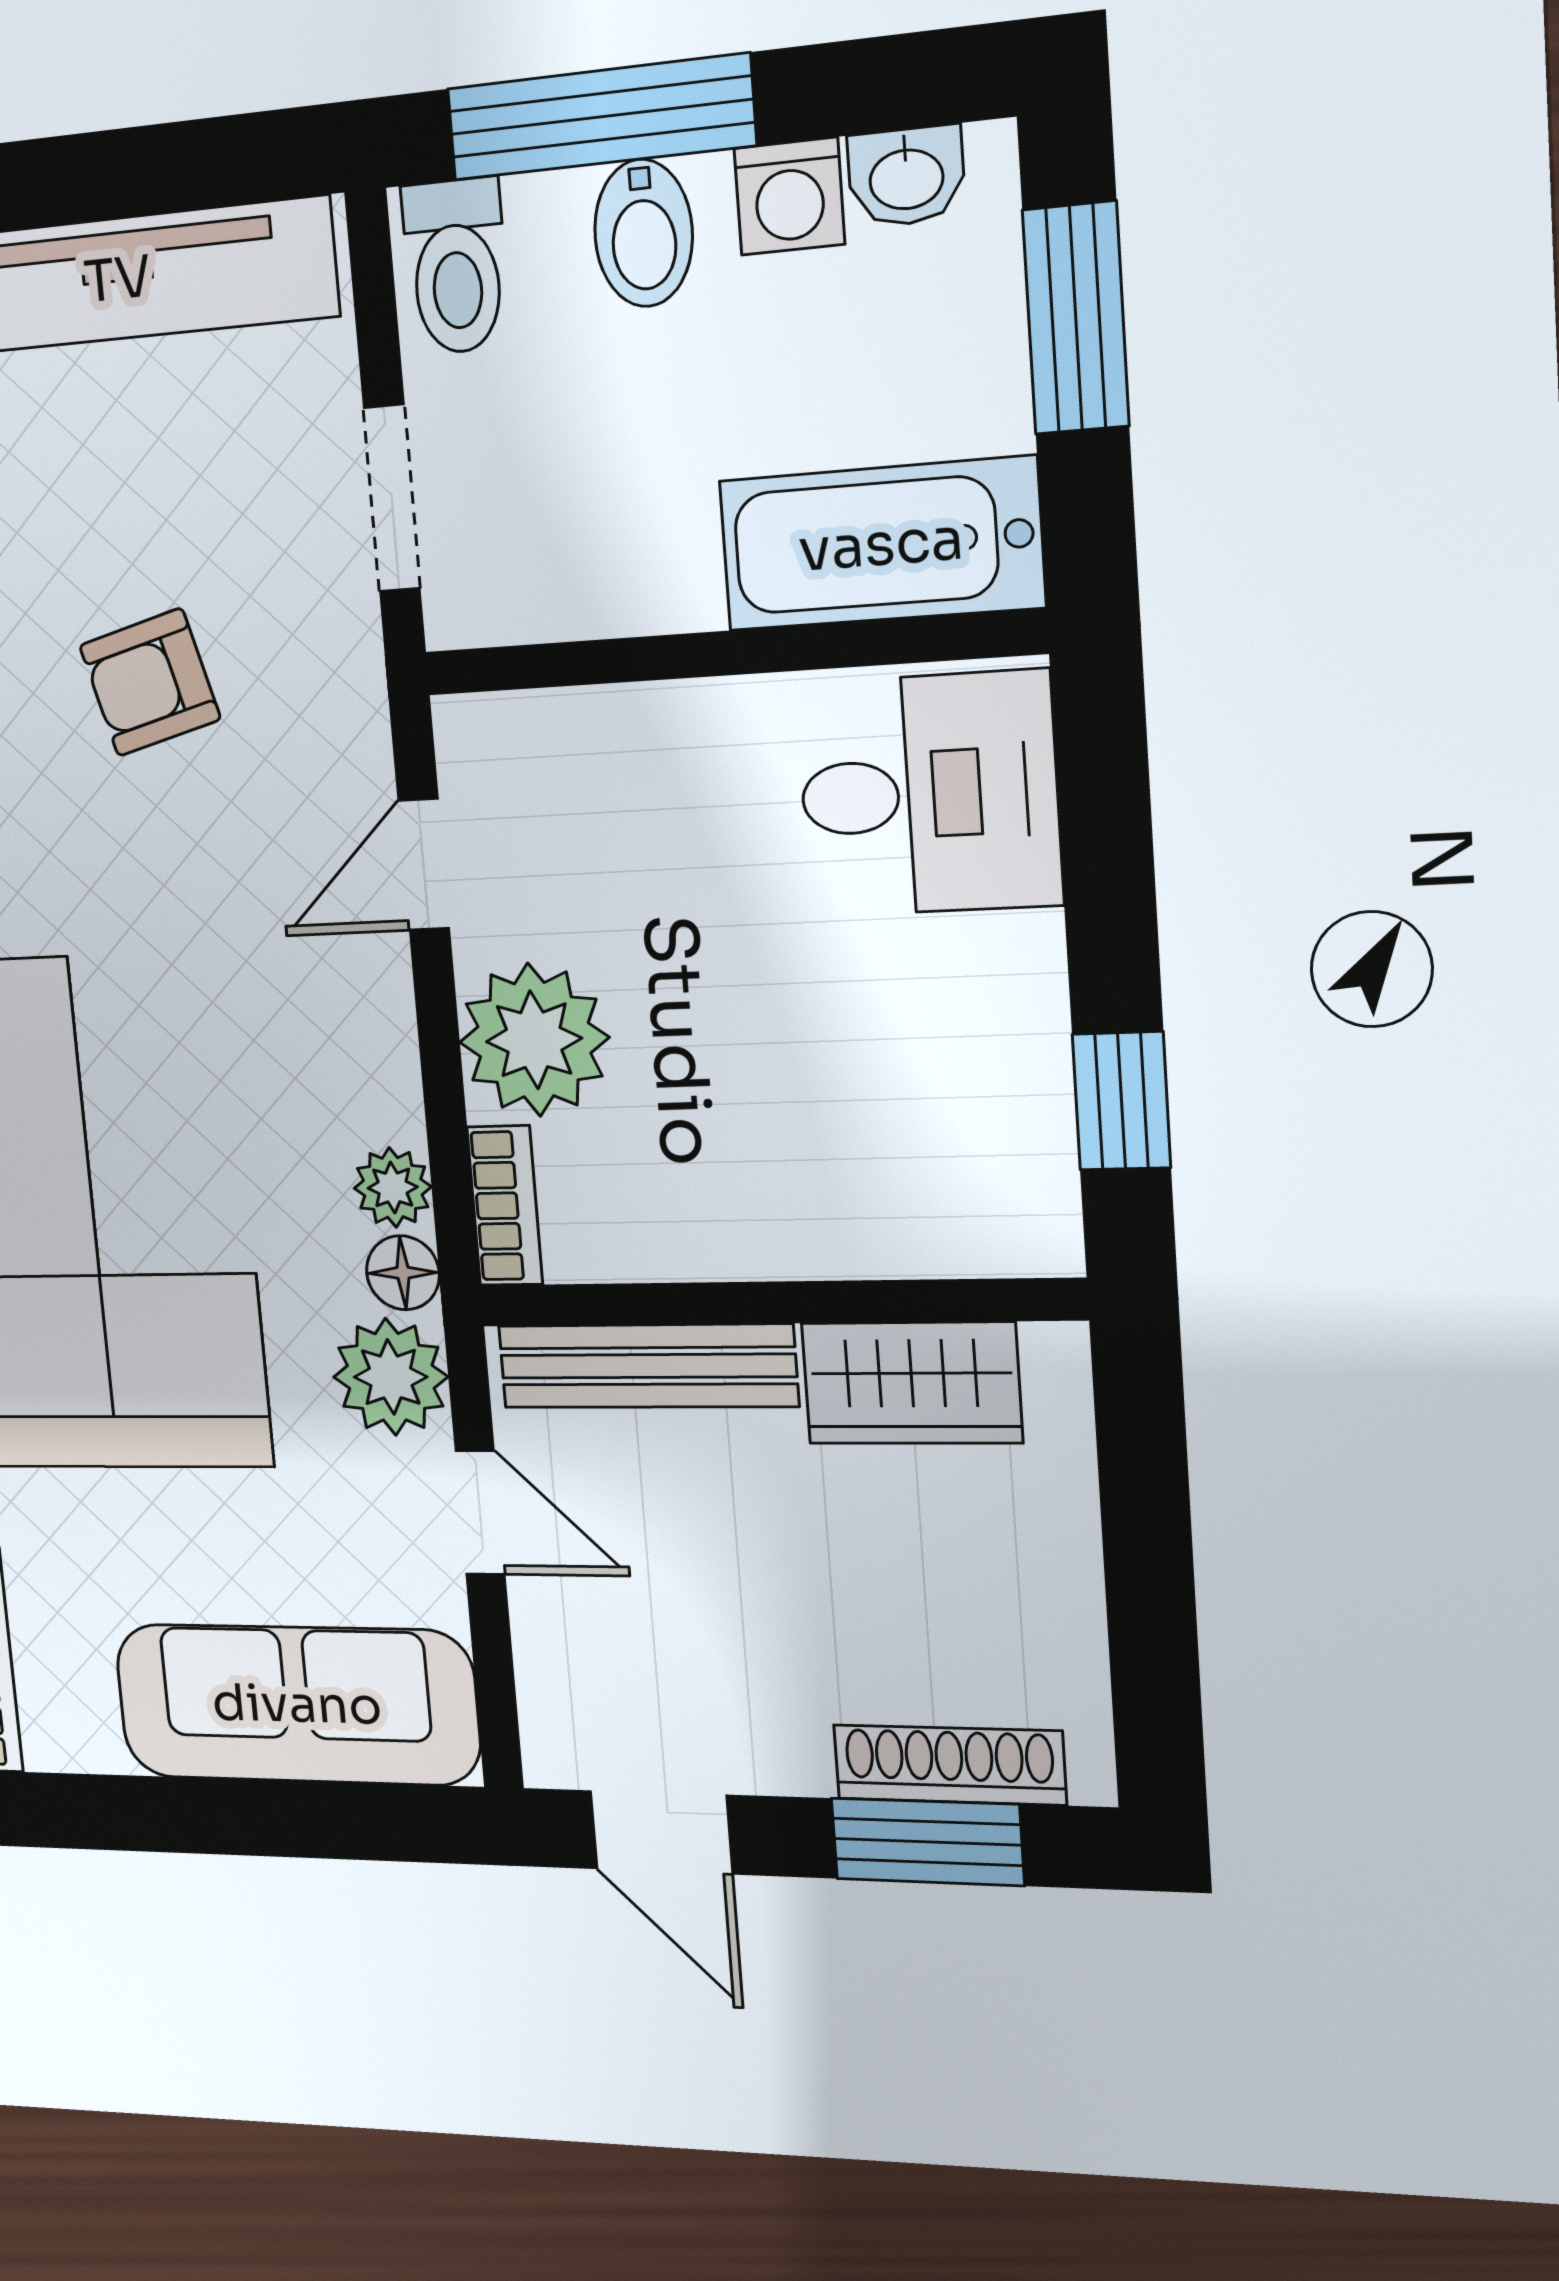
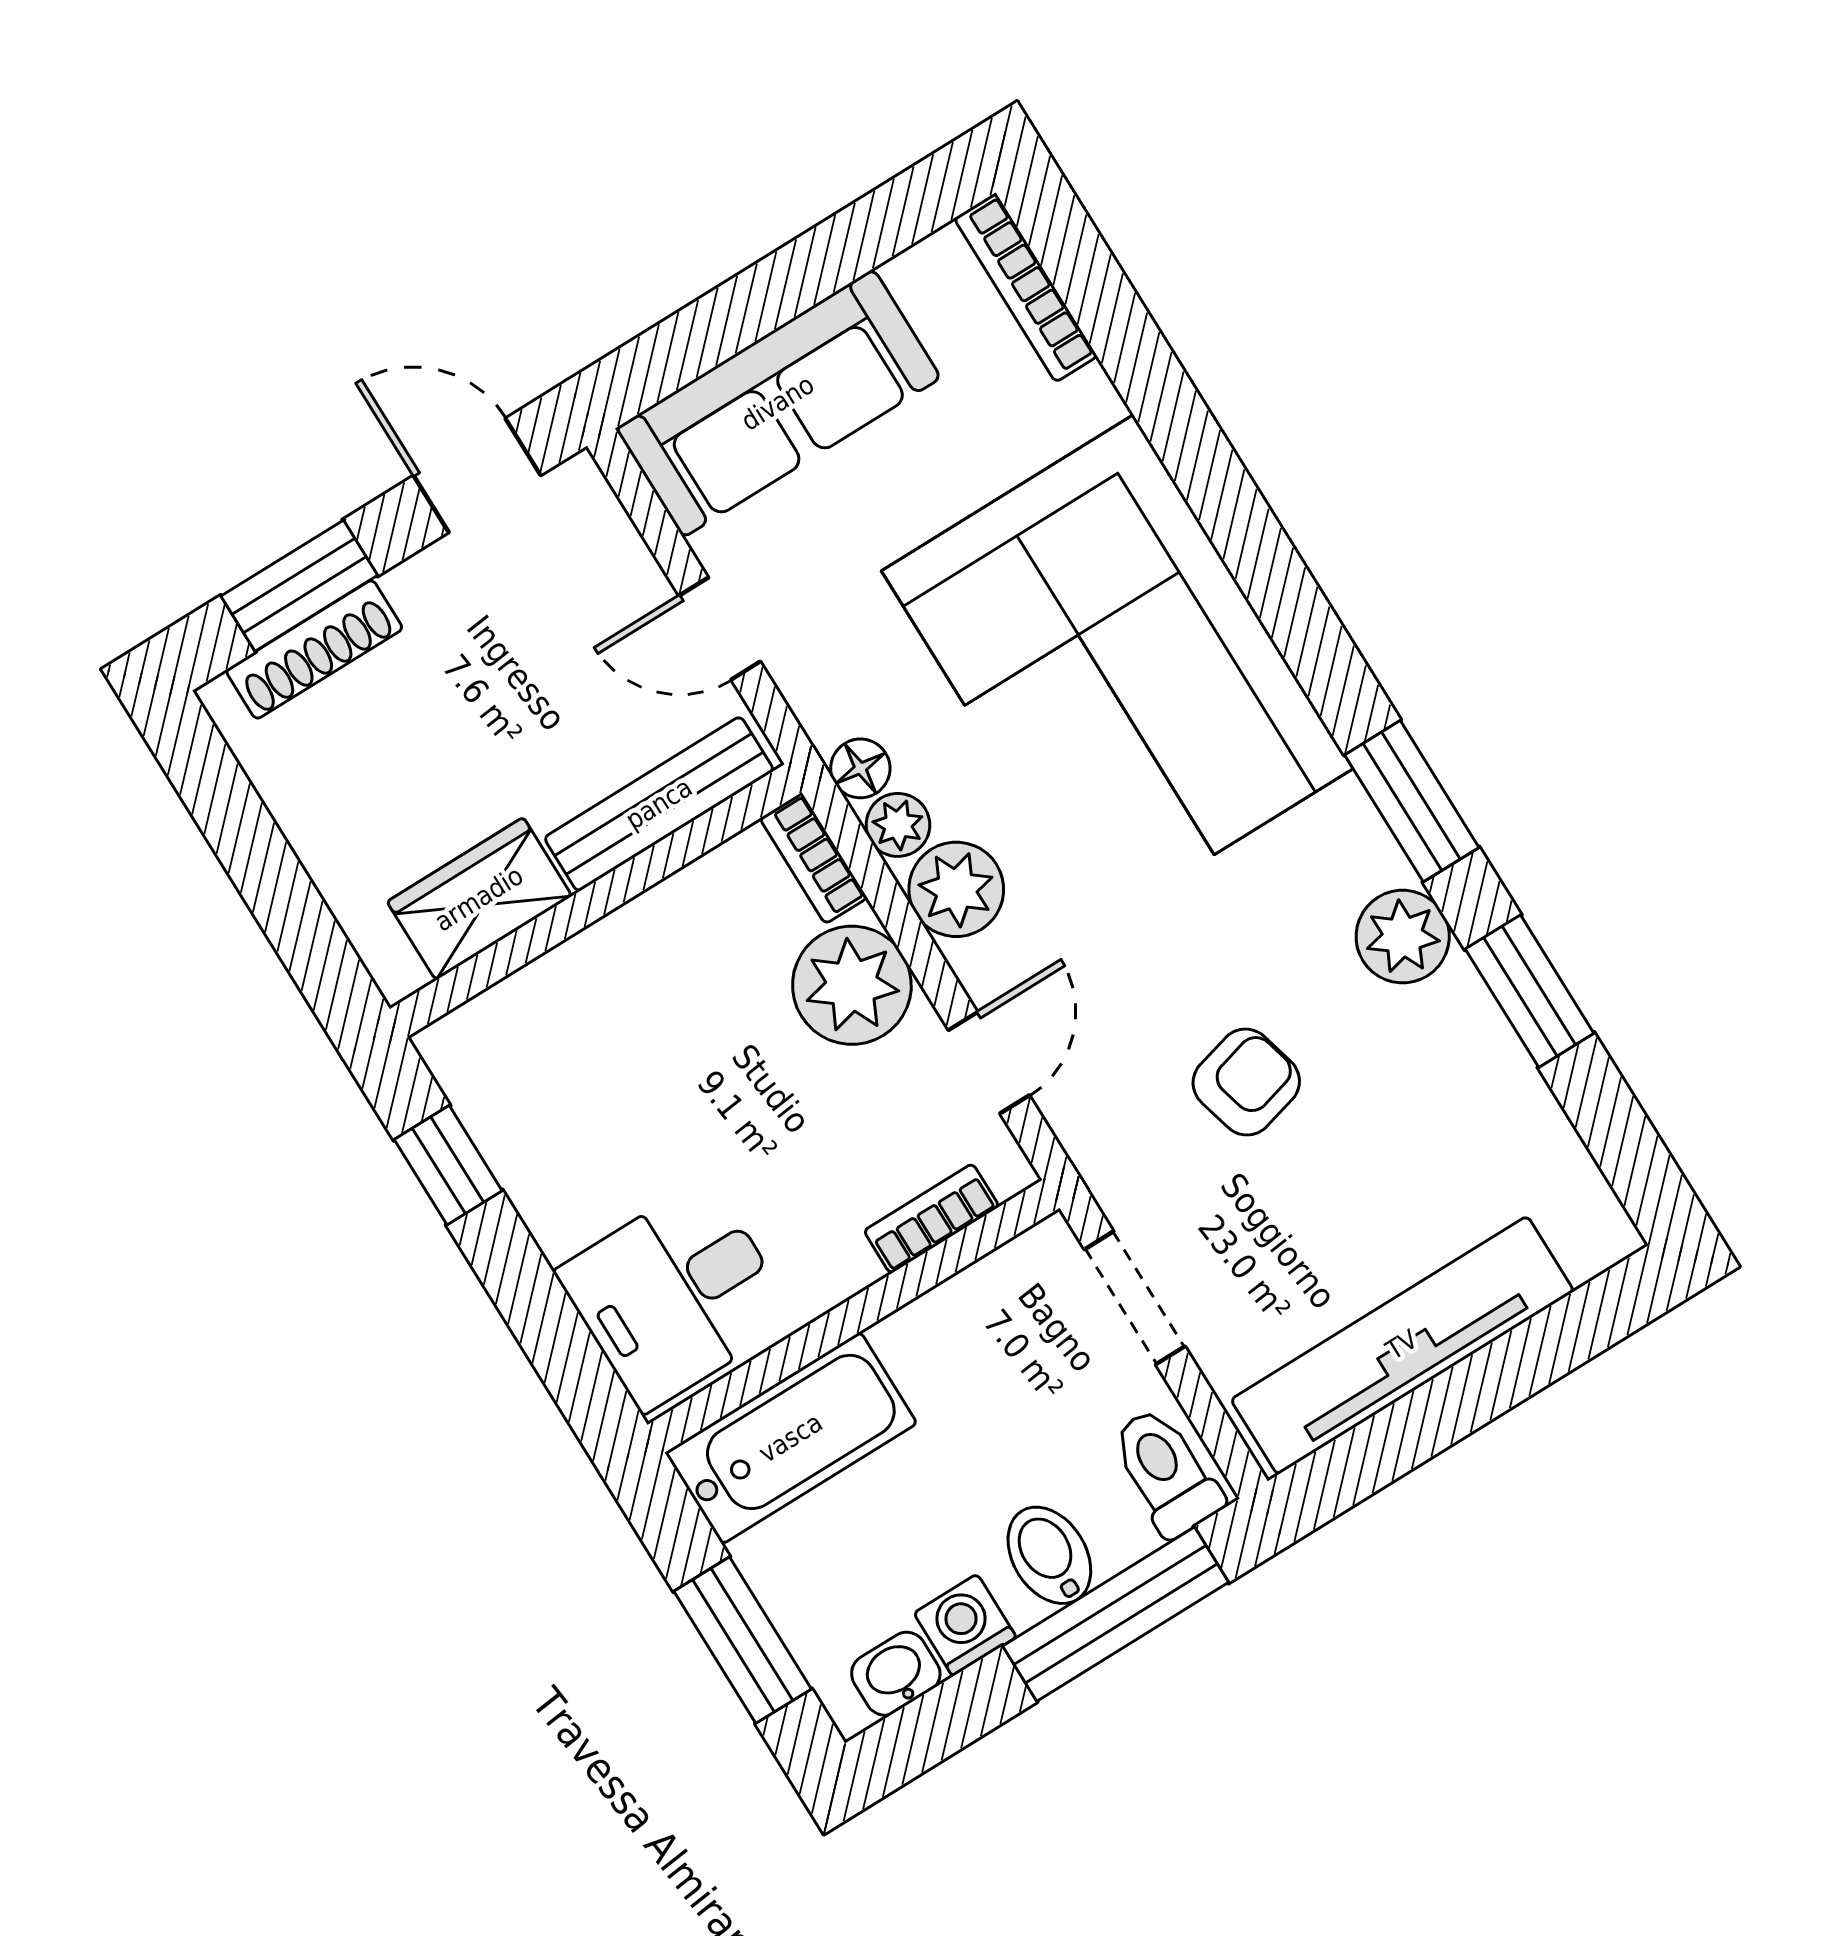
bookcase: (579, 720) -> (931, 1219), added
plant: (391, 1377) -> (956, 889), moved

